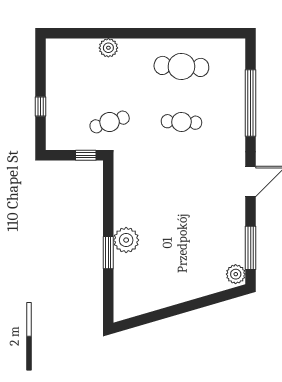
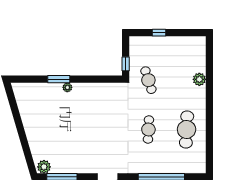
plant: (126, 240) -> (67, 87), width x0.53, depth x0.53

